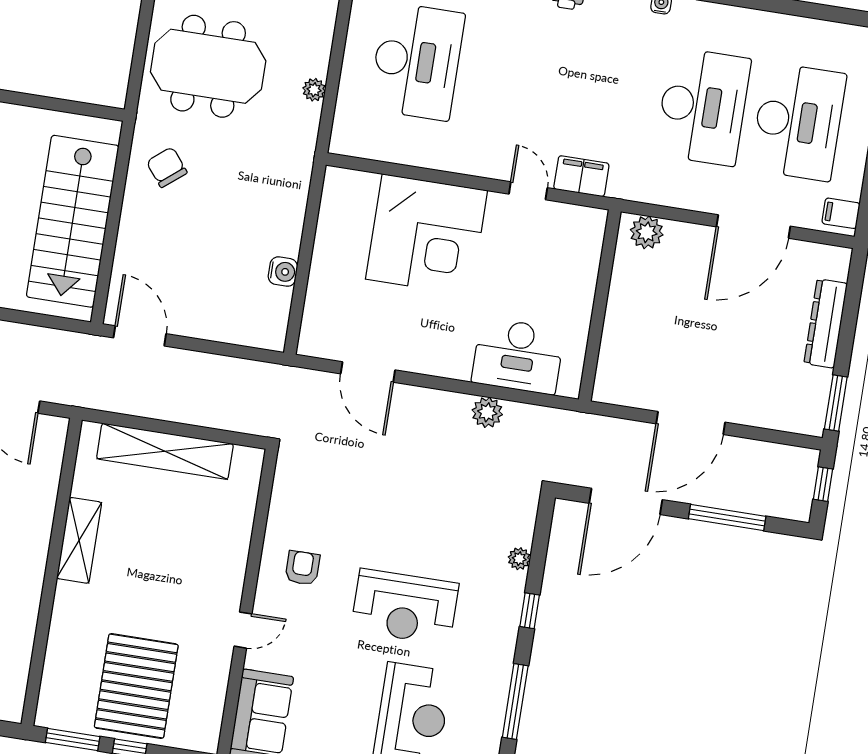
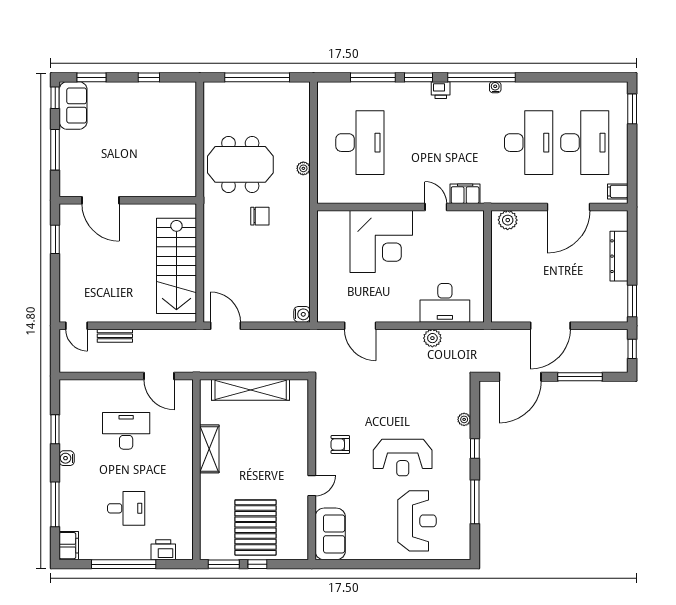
chair: (167, 167) -> (260, 216), moved, turned 129
water cooler: (283, 272) -> (302, 314), moved
armchair: (302, 568) -> (340, 444), turned -90

